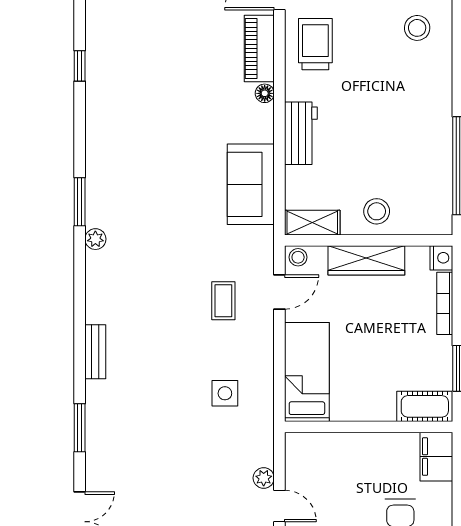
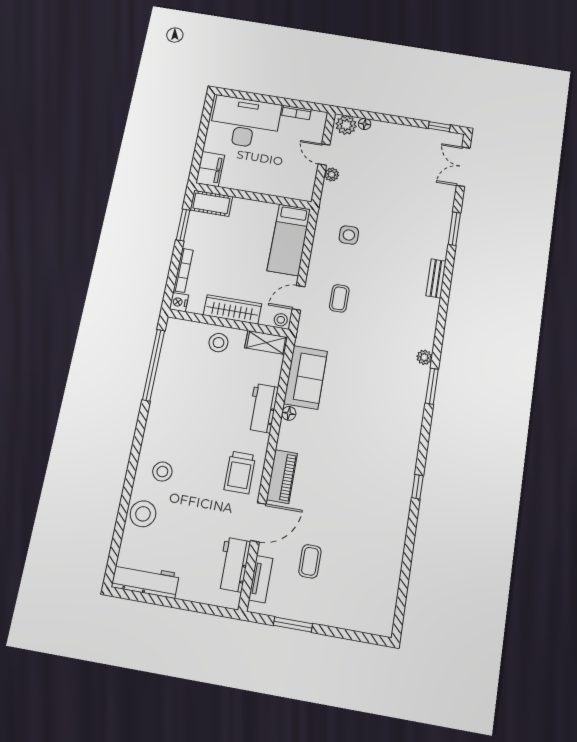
floor lamp: (265, 93) -> (289, 413), moved

